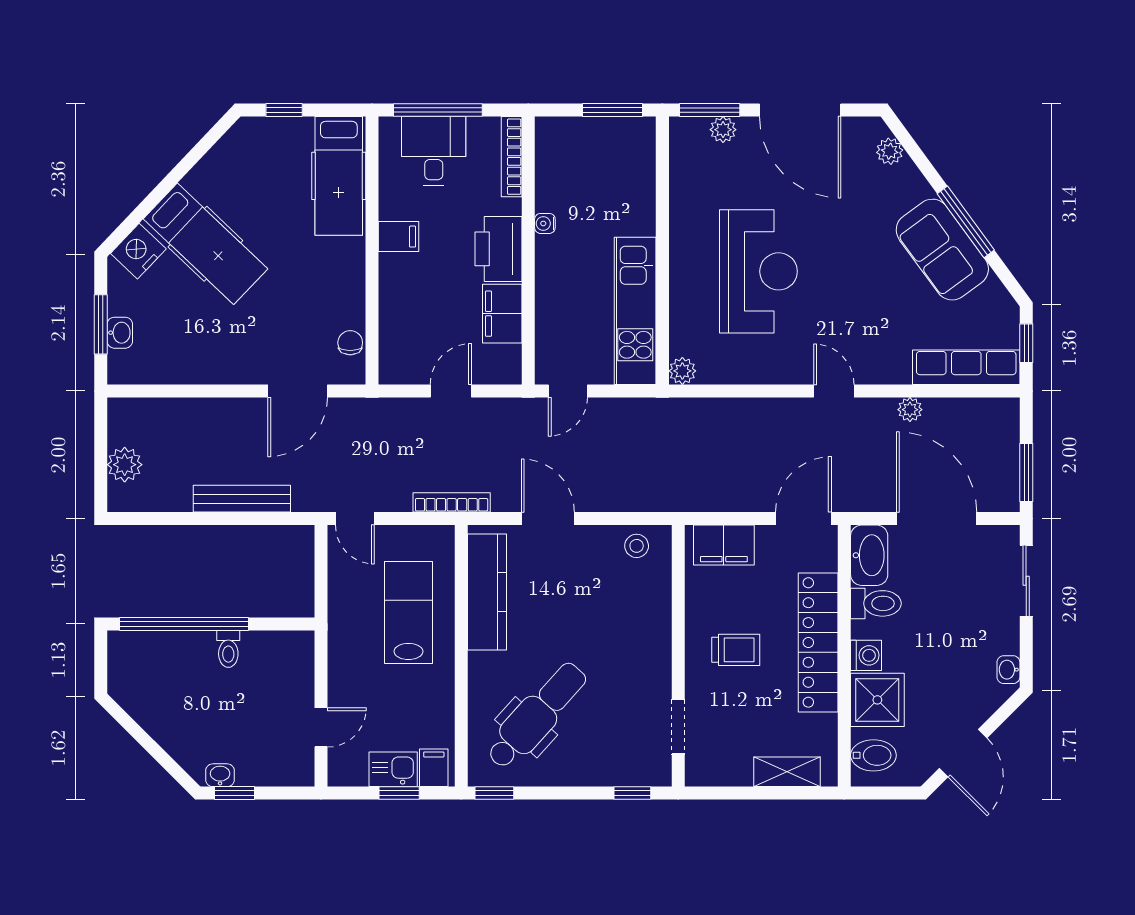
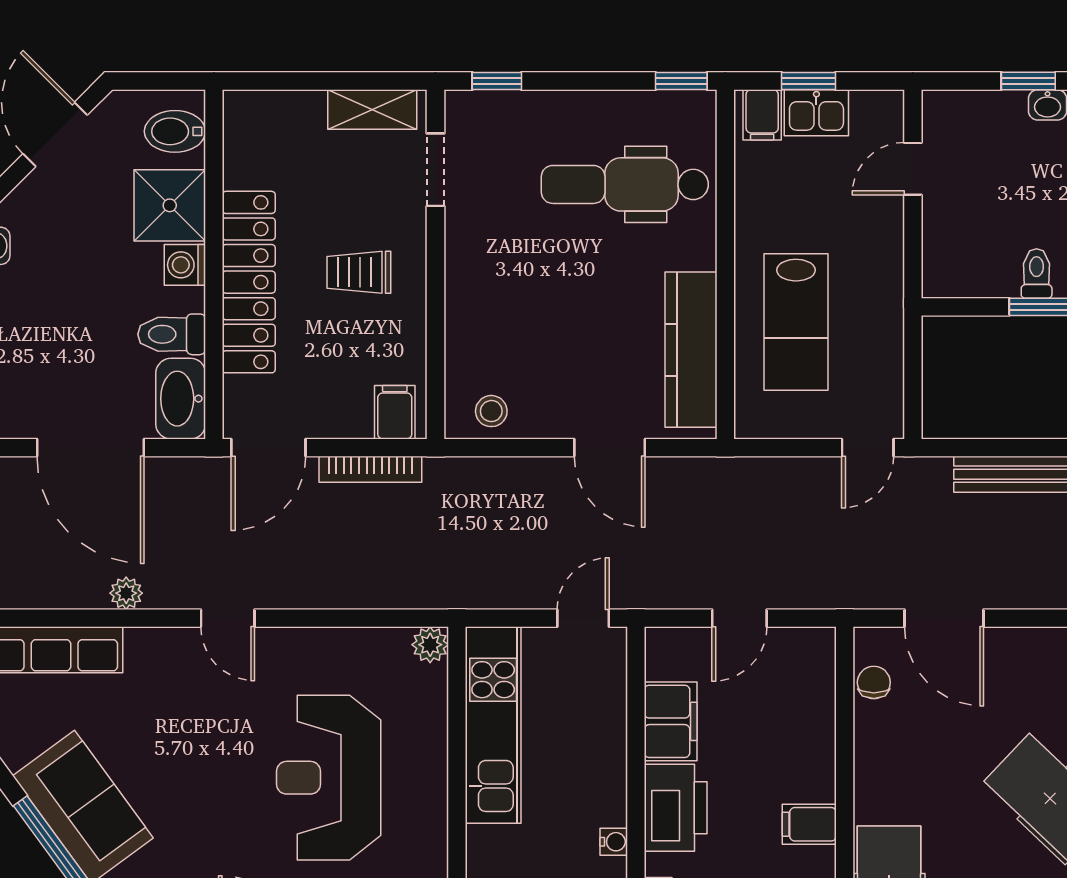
chair: (350, 343) -> (874, 682), turned 180
door: (298, 391) -> (944, 618), swing flipped
bookcase: (452, 502) -> (370, 469), moved
door: (355, 519) -> (868, 448), swing flipped
filing cabinet: (724, 545) -> (395, 412), width x0.50
dental chair: (537, 716) -> (625, 184), turned 48
shelving: (787, 772) -> (372, 109), moved

